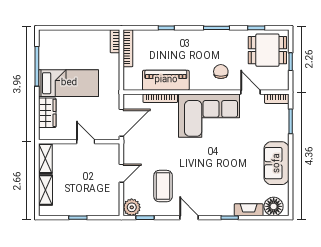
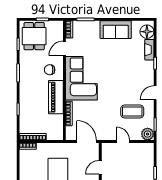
piano: (166, 80) -> (56, 97), moved

